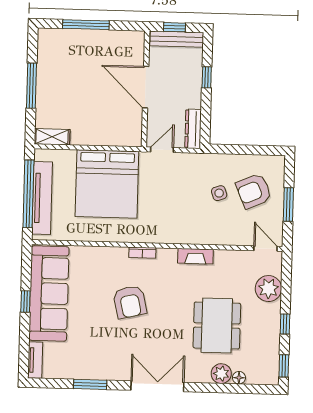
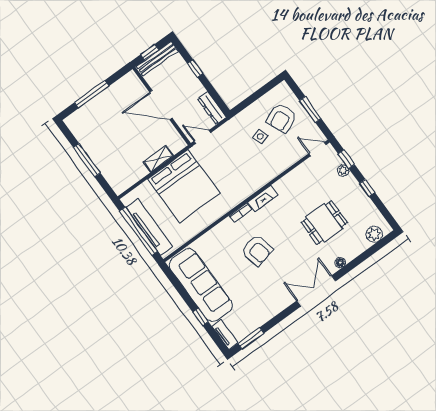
shelving: (52, 137) -> (158, 159), moved
door: (162, 150) -> (202, 137), hinge flipped
fireplace: (195, 256) -> (263, 199), moved
plant: (268, 289) -> (343, 170), width x0.53, depth x0.53
window: (25, 302) -> (201, 317), moved
dining table: (217, 326) -> (324, 223), width x0.73
window: (284, 366) -> (346, 159), moved
plant: (221, 374) -> (374, 234), moved
floor lamp: (239, 378) -> (340, 263), moved
window: (90, 384) -> (251, 338), moved

